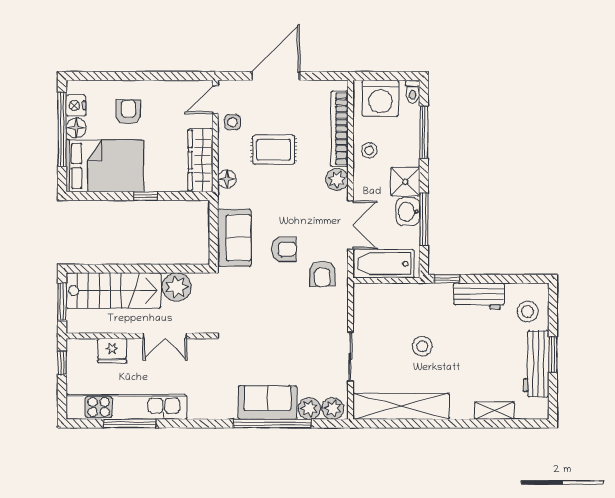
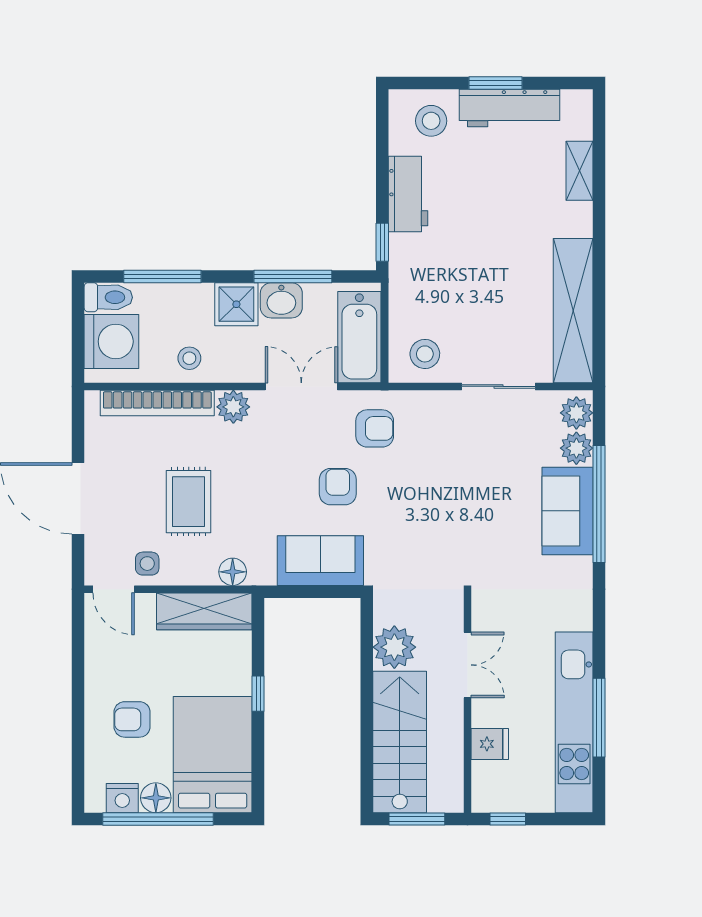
toilet: (413, 92) -> (108, 297), width x1.37, depth x1.39
stool: (422, 346) -> (425, 354), moved
fridge: (112, 351) -> (490, 744), width x0.72

